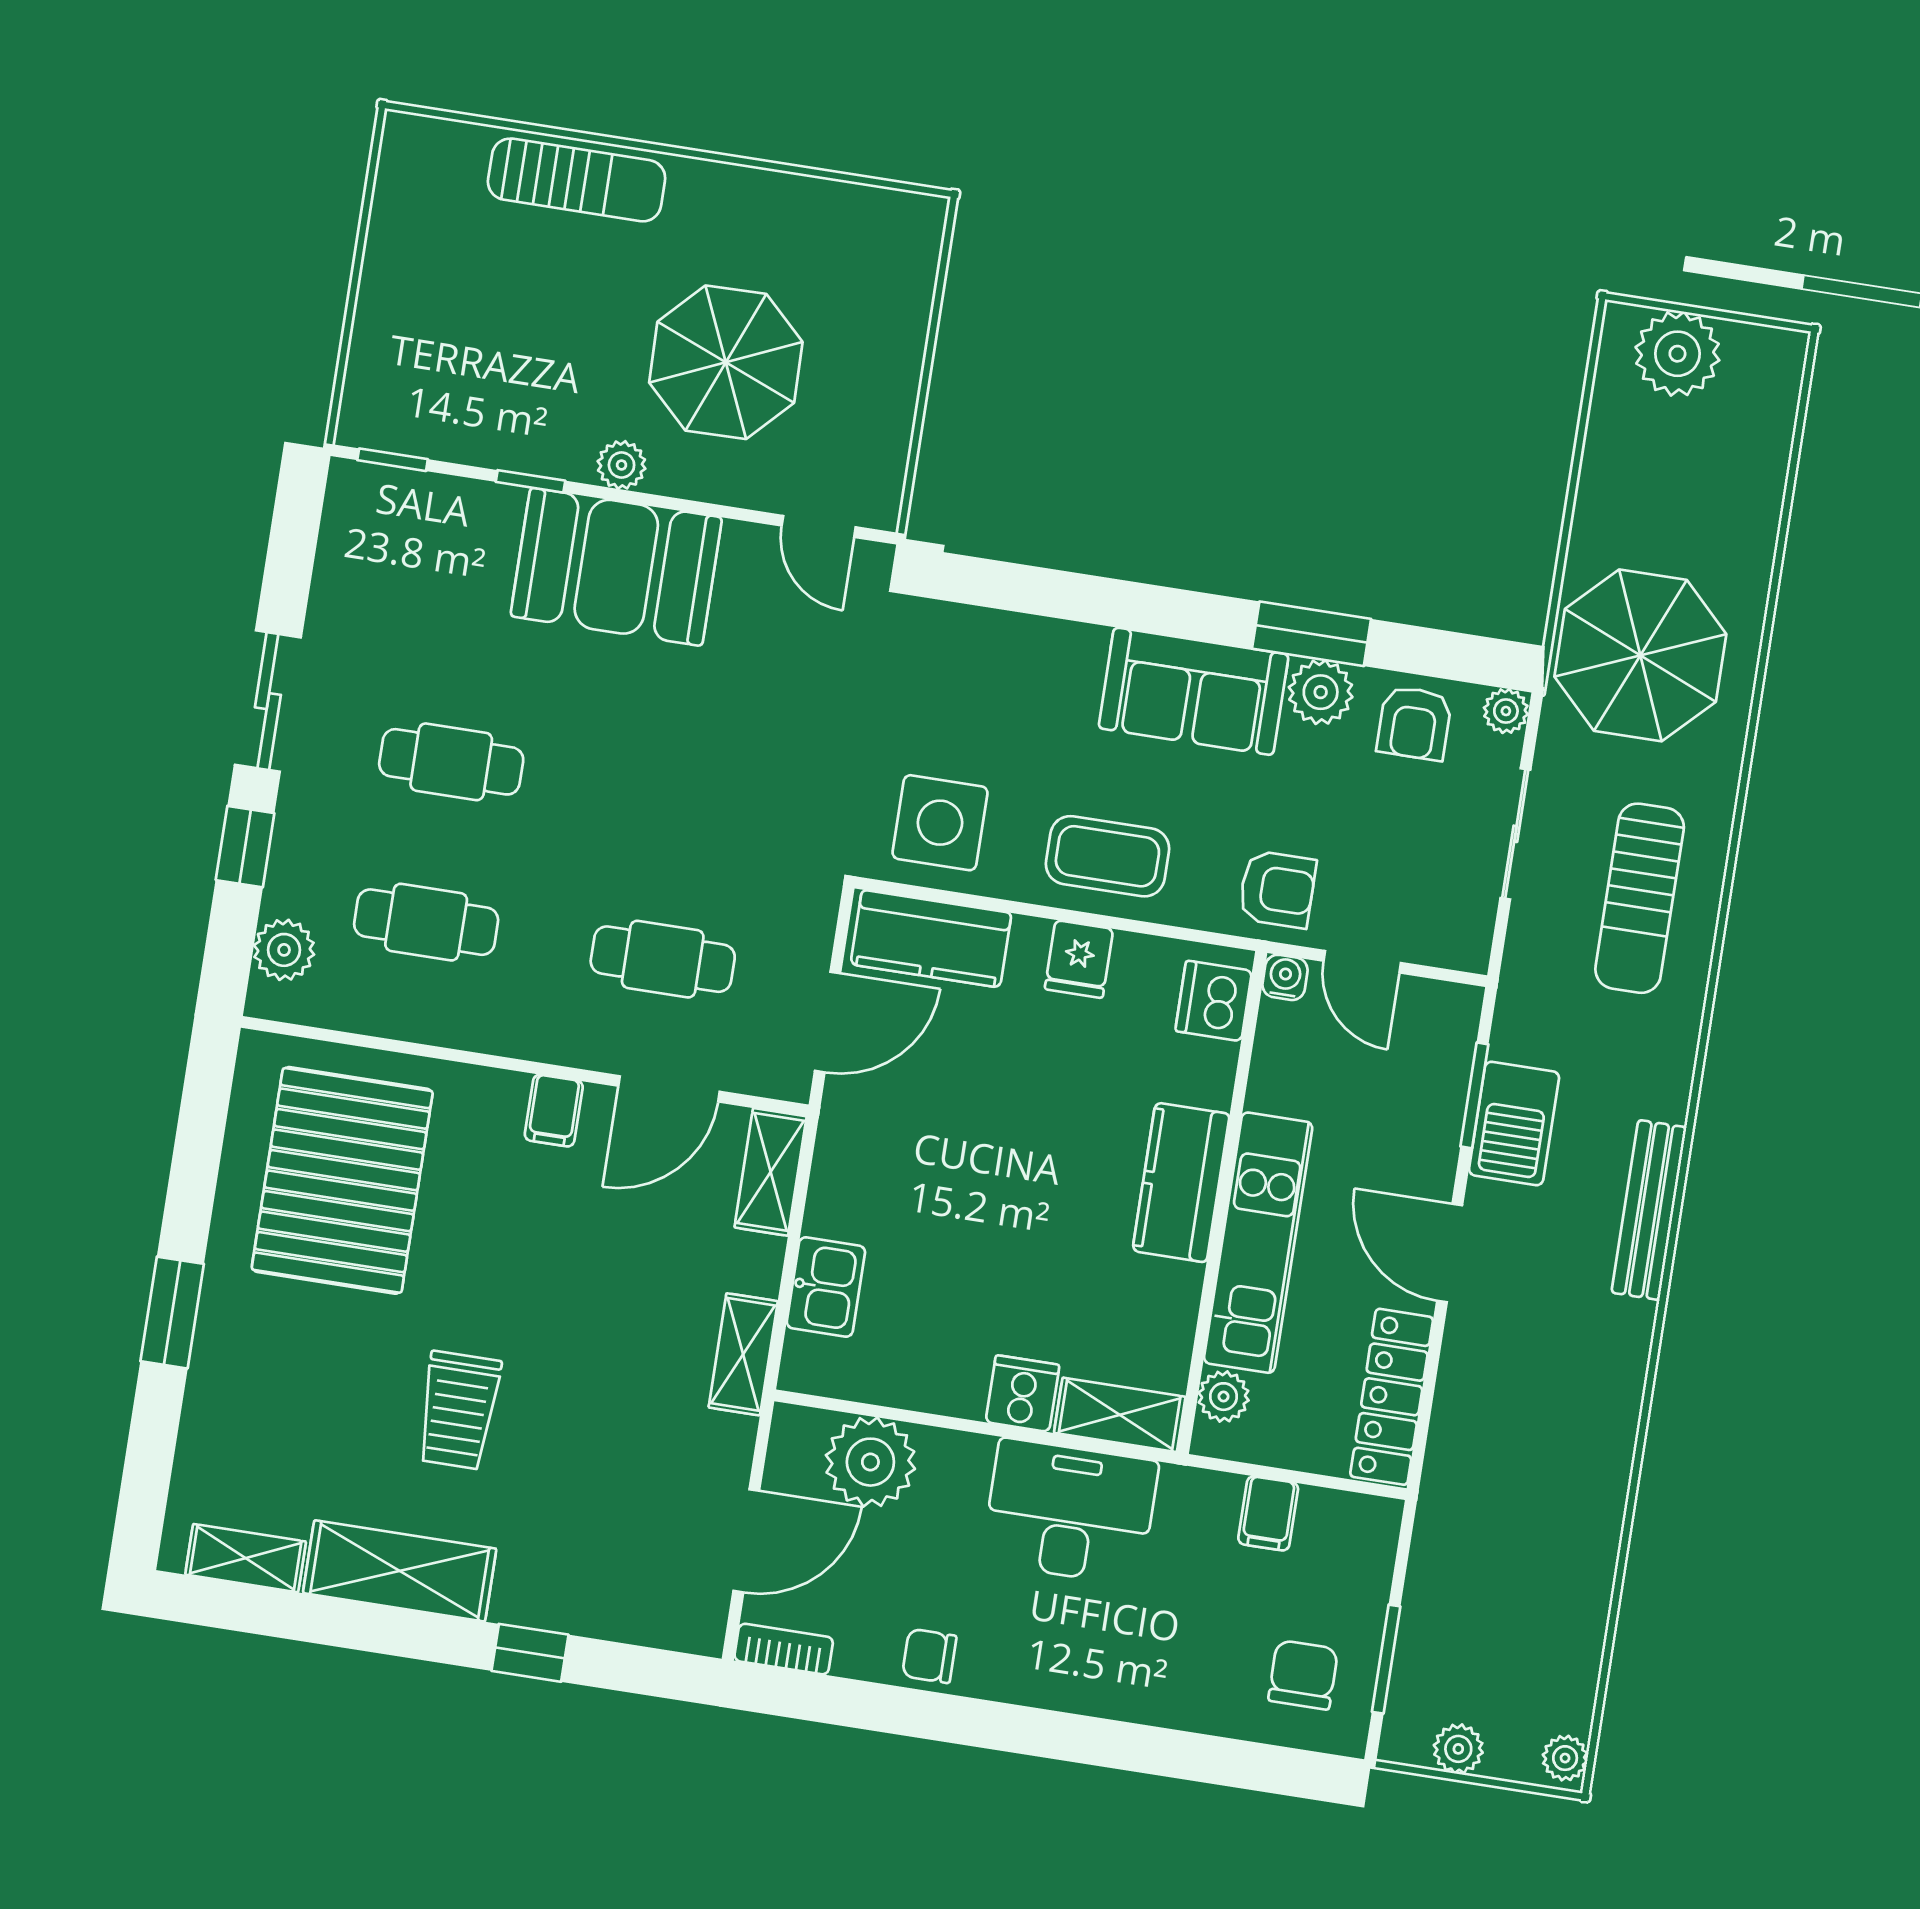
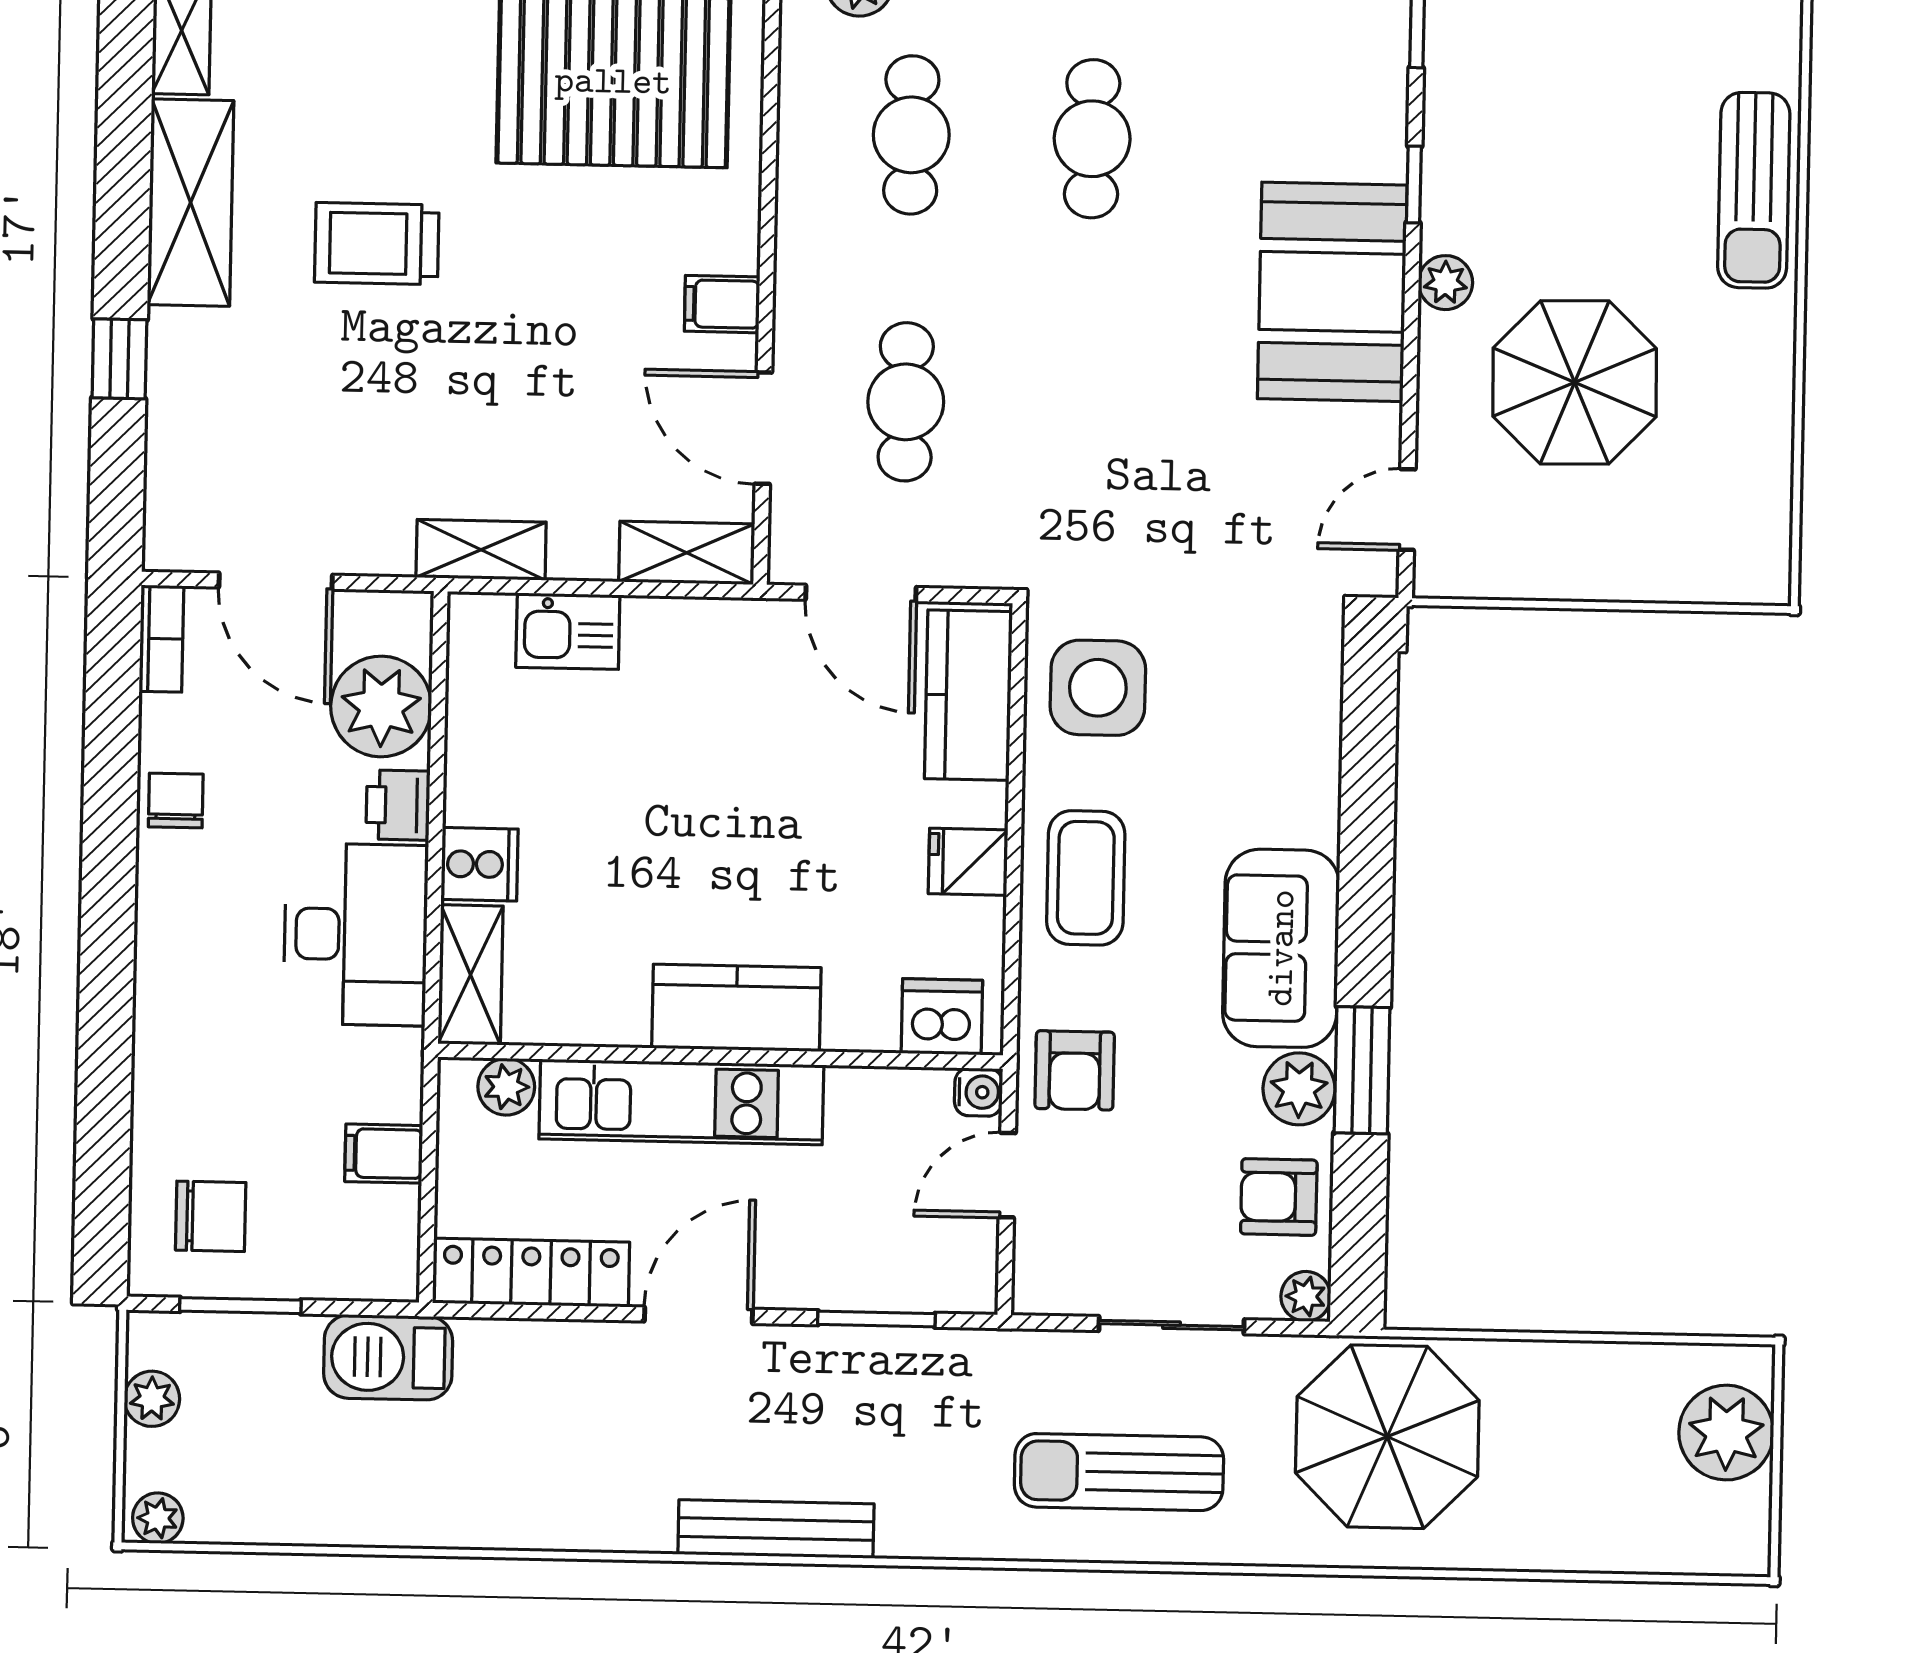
barbecue: (1514, 1123) -> (388, 1357), moved
printer: (960, 1459) -> (398, 805), added

